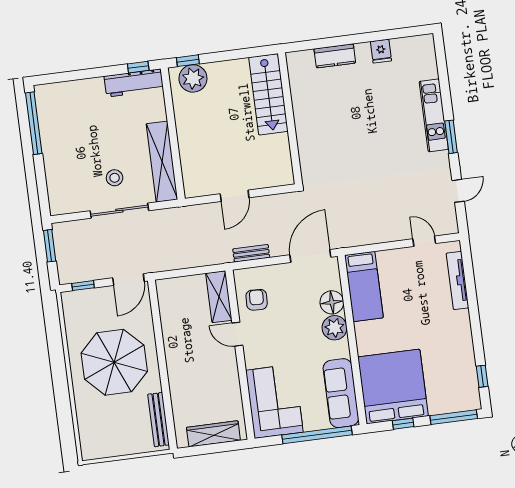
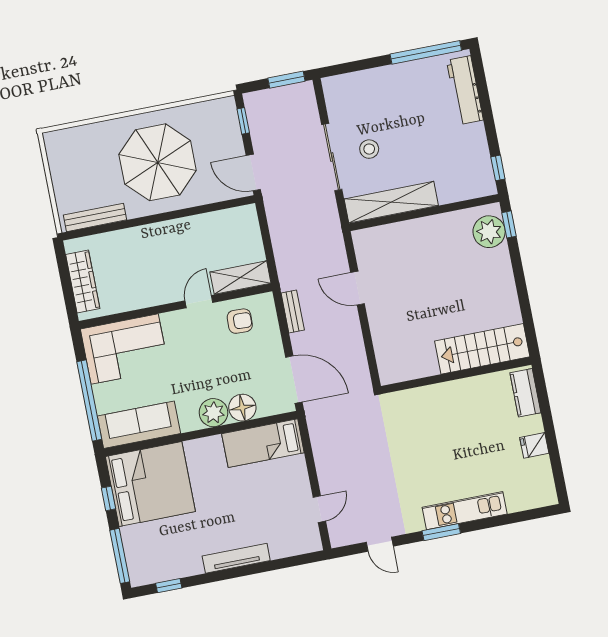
workbench: (134, 83) -> (465, 90), moved
stairs: (268, 94) -> (482, 349), moved
wall: (290, 118) -> (456, 375), moved
tv unit: (458, 280) -> (236, 558), moved

